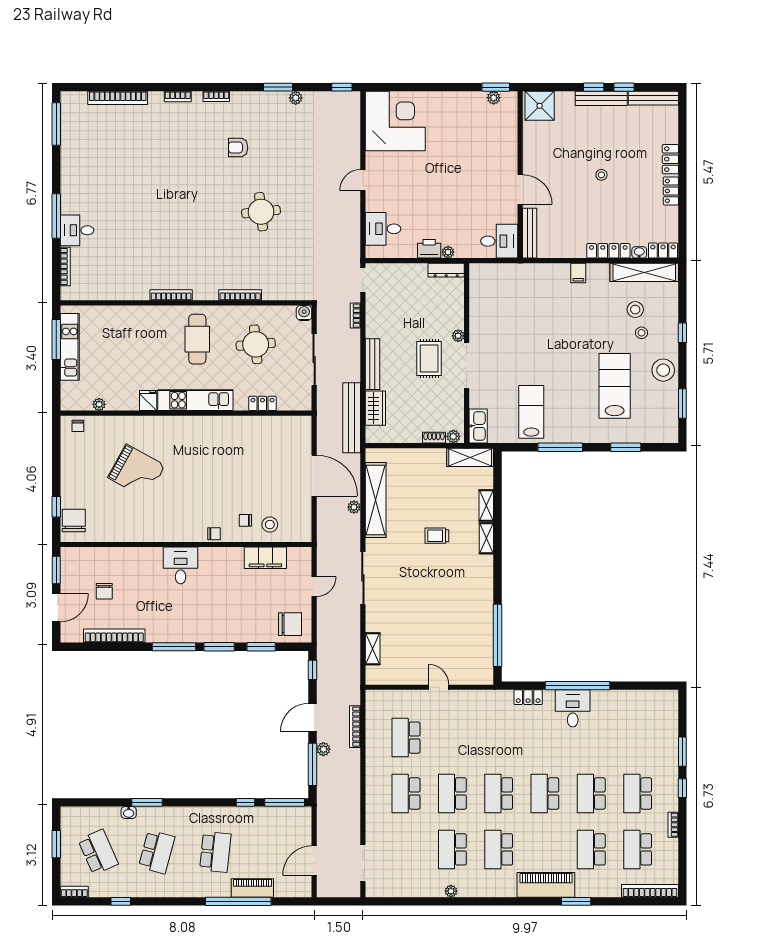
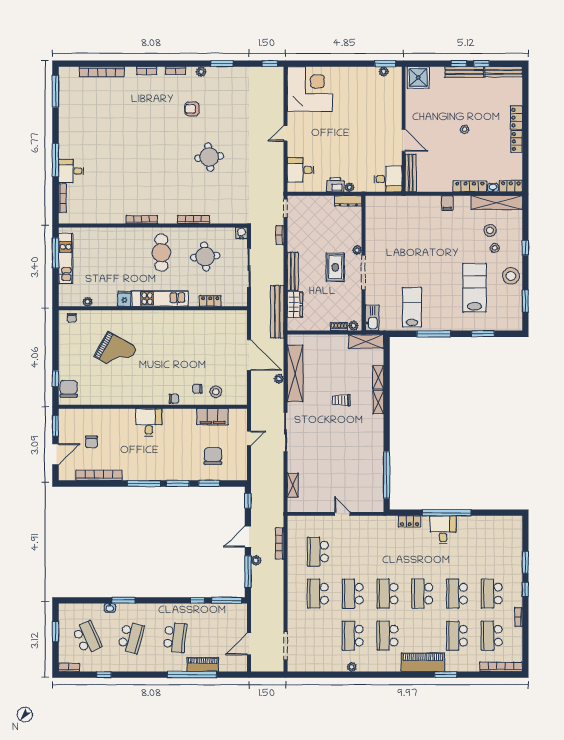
plant: (296, 98) -> (201, 72), moved
chair: (290, 624) -> (213, 456), moved, turned -90

